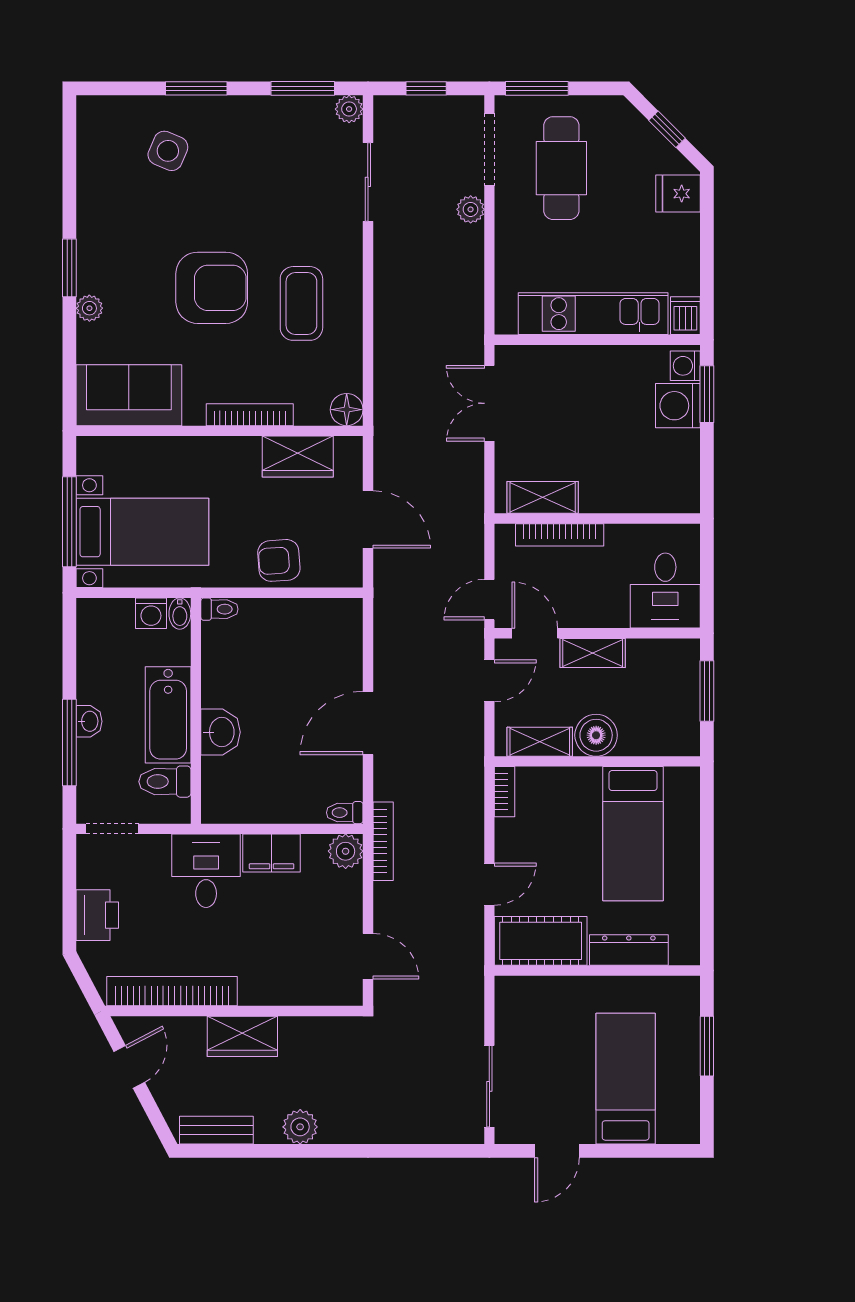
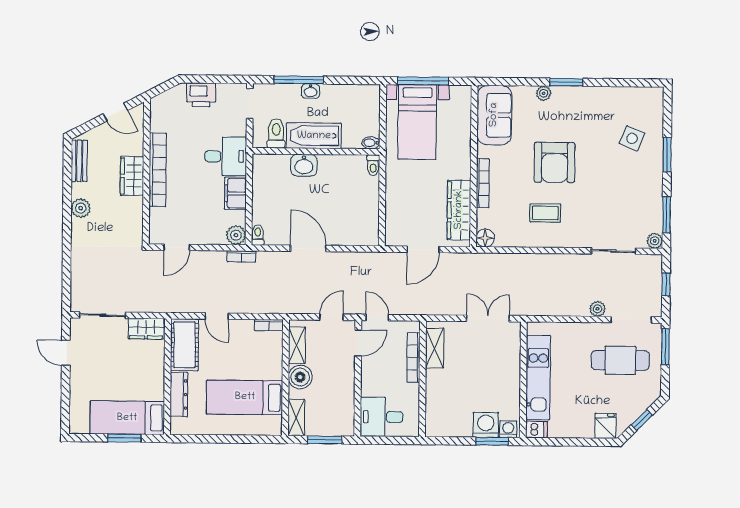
coffee table: (301, 303) -> (545, 213), width x0.73, depth x0.77
wardrobe: (298, 456) -> (459, 210), width x1.50
armchair: (279, 560) -> (400, 199), removed
washing machine: (151, 613) -> (371, 127), removed
shelving: (593, 653) -> (296, 417), moved
door: (489, 681) -> (331, 317), swing flipped
bookcase: (383, 841) -> (241, 256), width x0.64
bookcase: (172, 991) -> (158, 170), moved
wardrobe: (513, 1009) -> (146, 329), added
bed: (626, 1079) -> (127, 418), moved, turned 180

